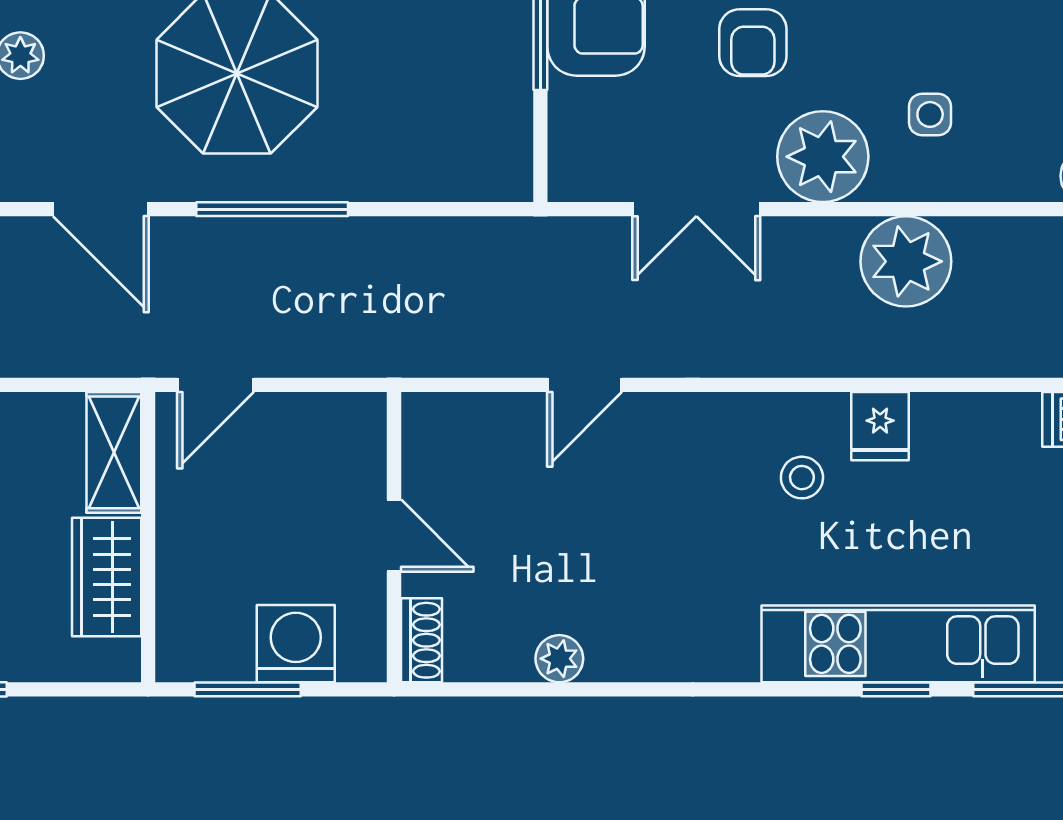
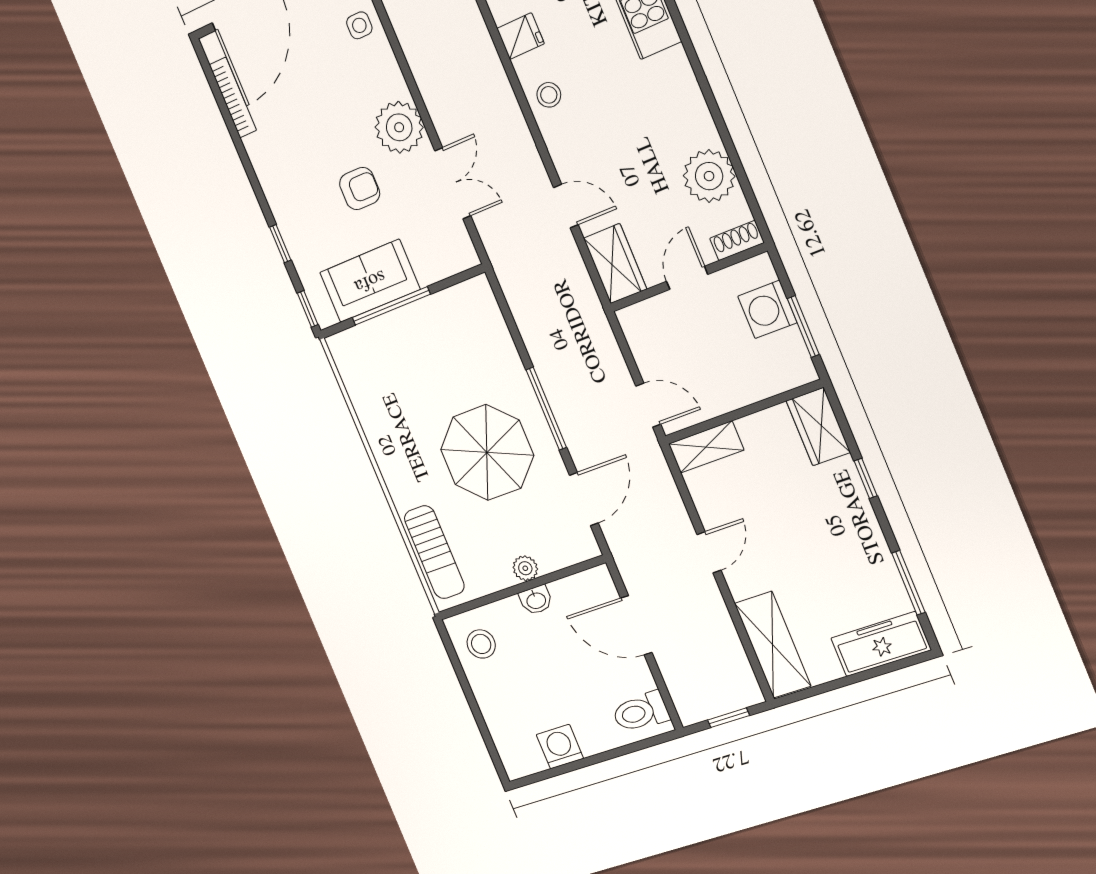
side table: (930, 114) -> (359, 25), moved
plant: (906, 261) -> (432, 60), removed
wardrobe: (462, 427) -> (615, 264), added
stool: (802, 478) -> (549, 95), moved
wardrobe: (107, 577) -> (818, 427), moved, turned 90
plant: (559, 659) -> (709, 176), width x1.87, depth x1.87

